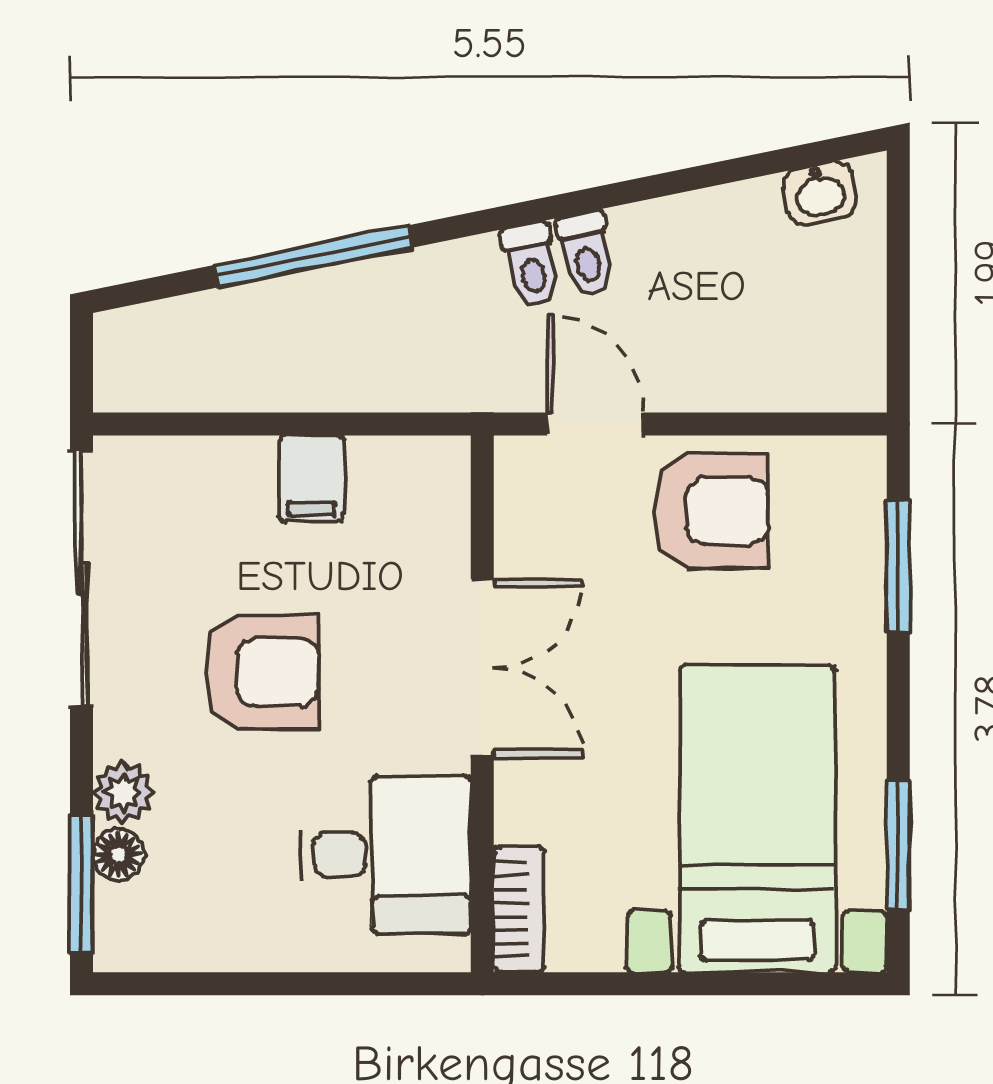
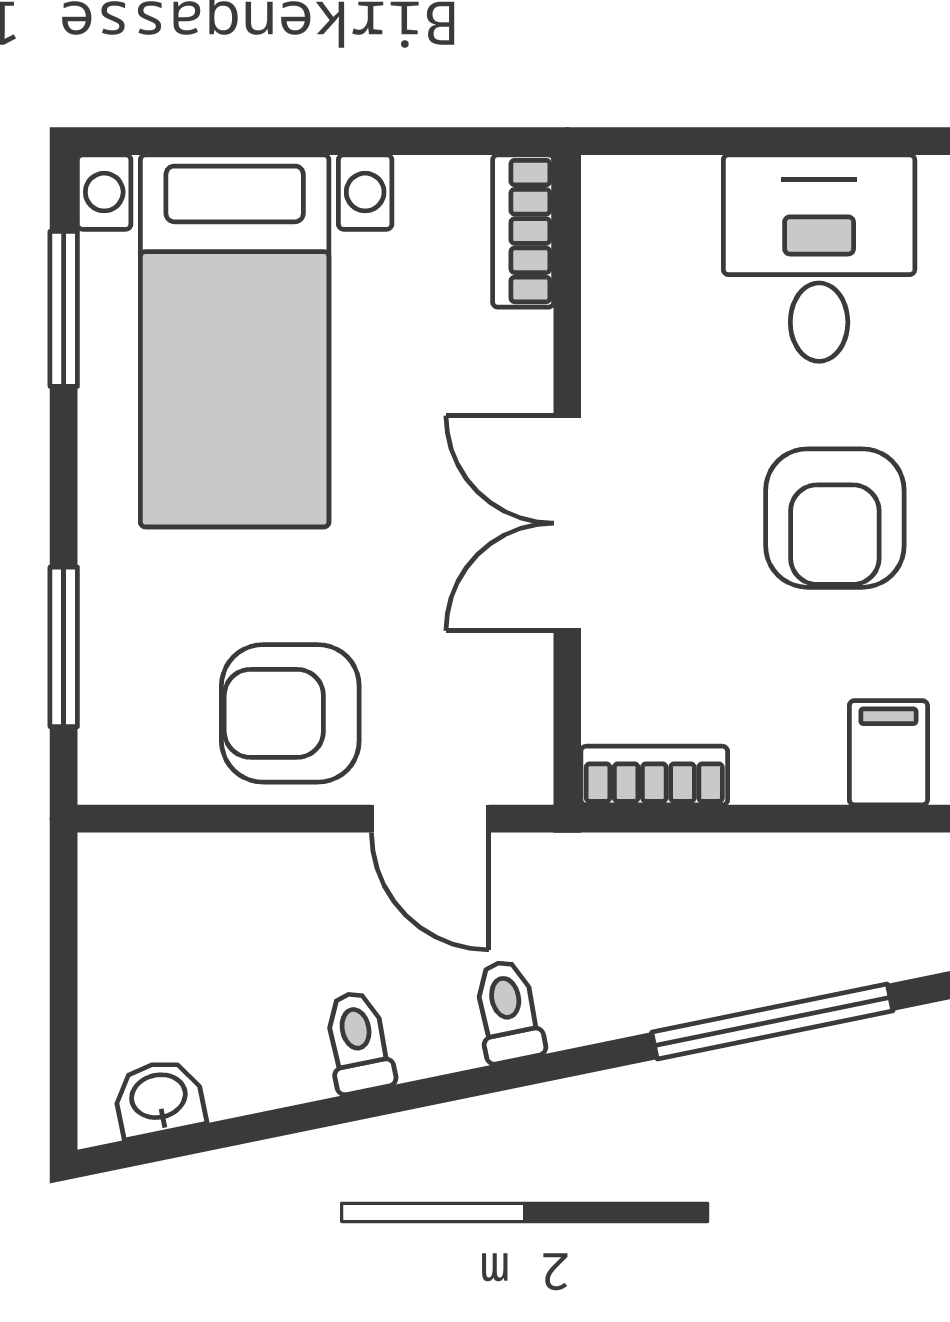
toilet: (586, 253) -> (358, 1042), moved
bookcase: (410, 460) -> (654, 776), added
filing cabinet: (311, 478) -> (888, 753), moved
armchair: (261, 672) -> (835, 518), turned -90
desk: (386, 855) -> (819, 258), moved, turned 90

